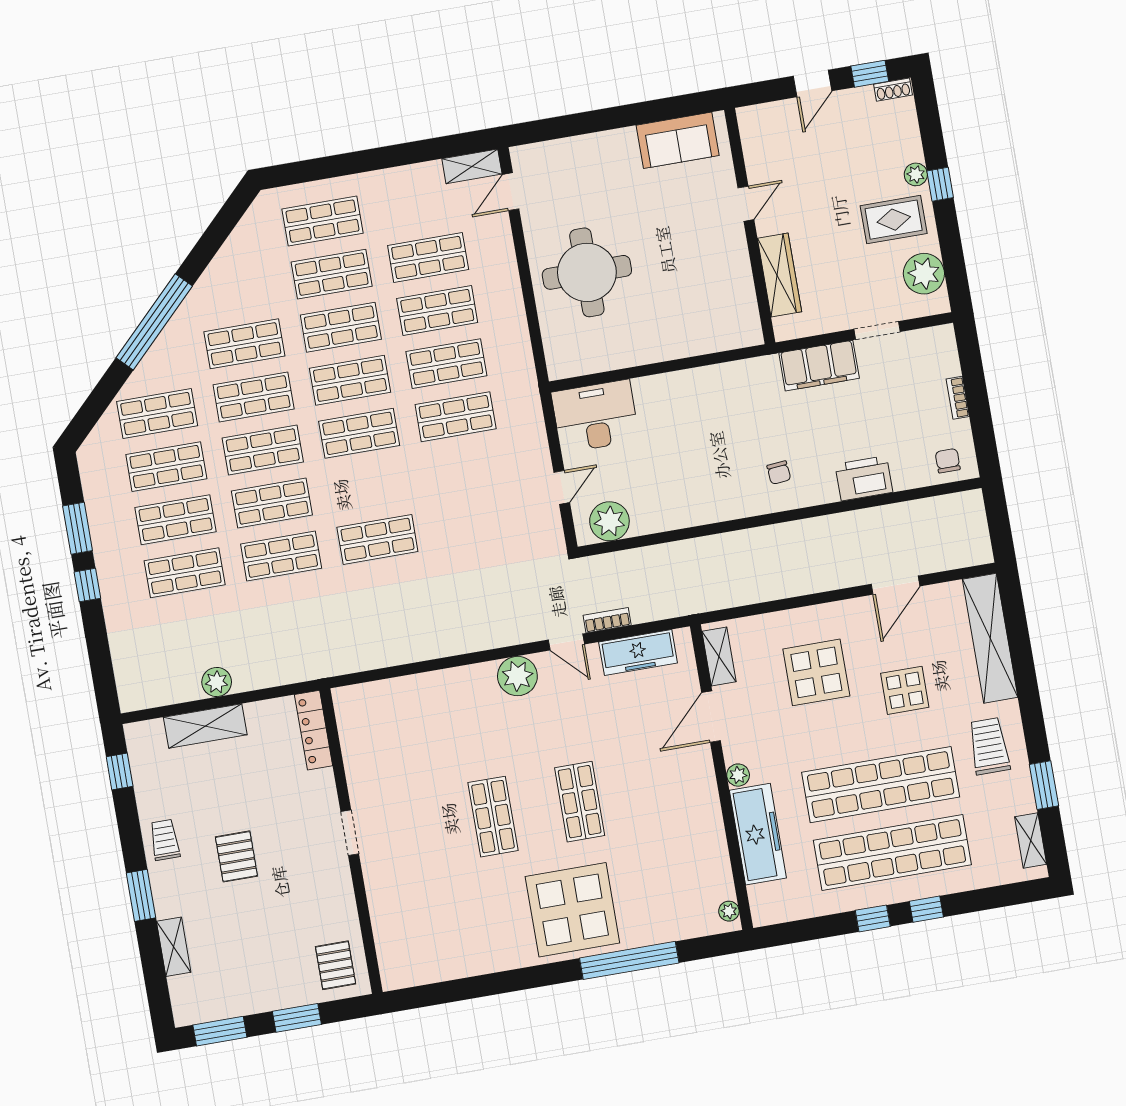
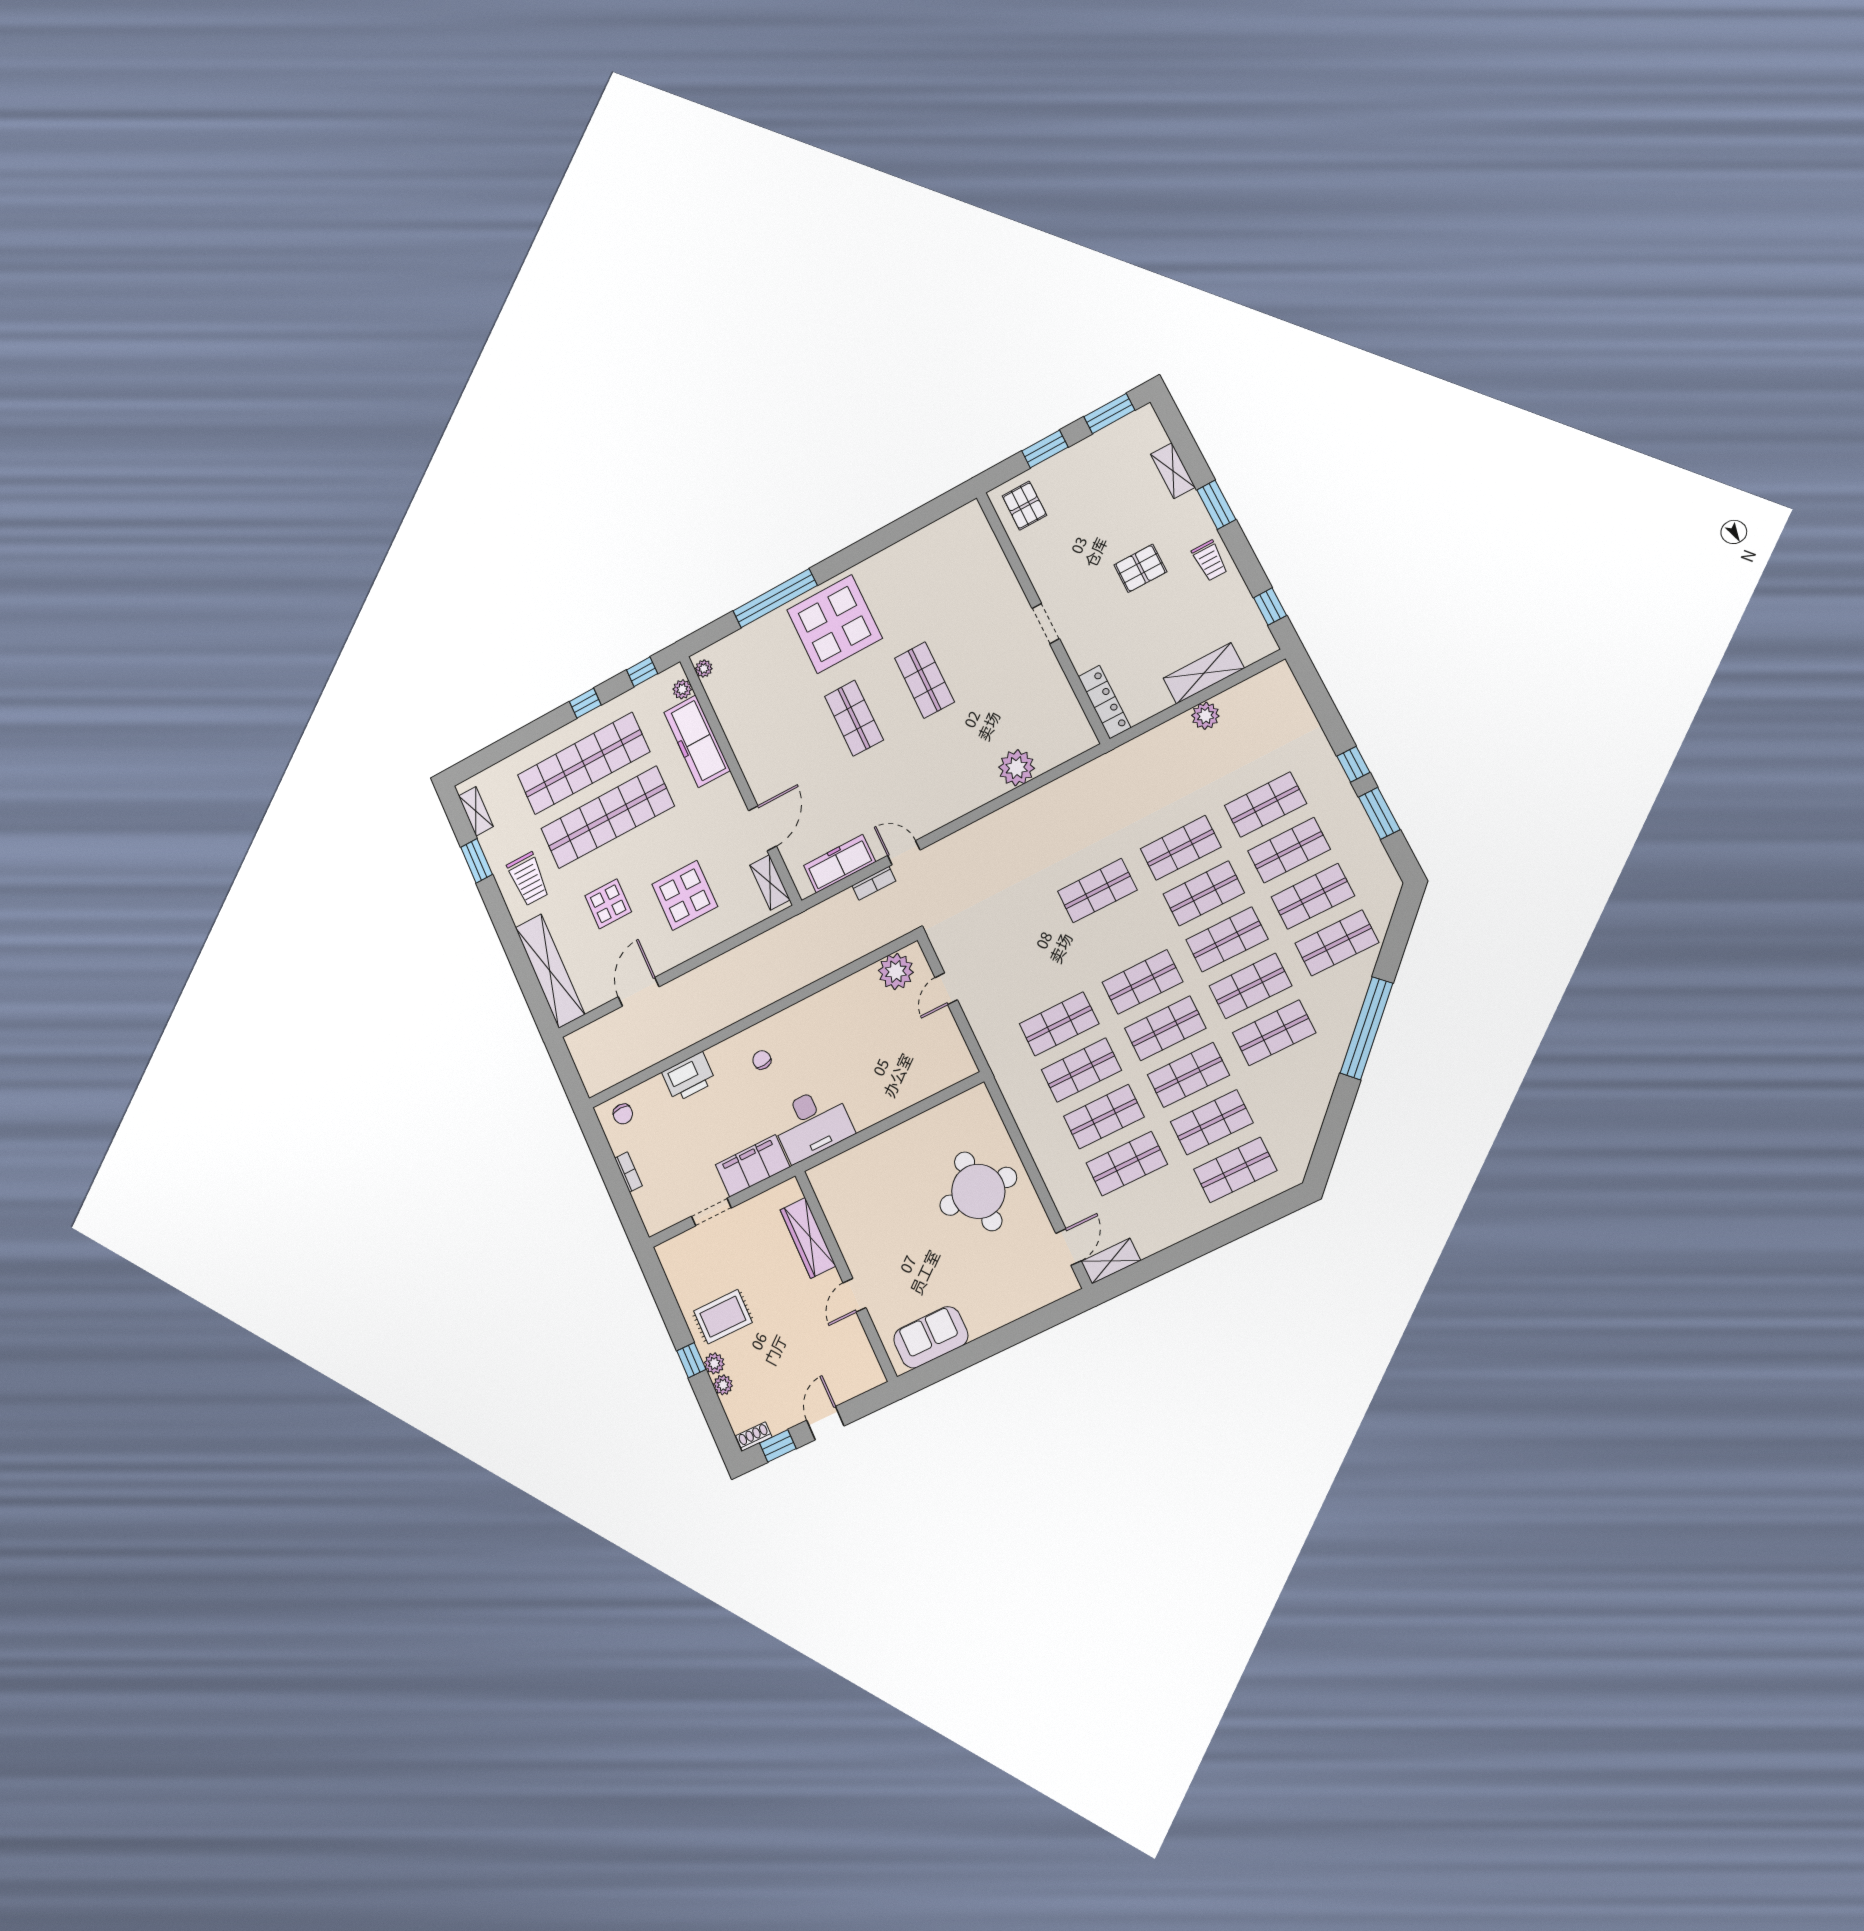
plant: (924, 274) -> (723, 1385), moved, width x0.53, depth x0.53
desk: (595, 416) -> (812, 1124), moved
plant: (517, 676) -> (1017, 768), moved
plant: (738, 775) -> (682, 689), moved
pallet: (236, 856) -> (1140, 568), turned 90
window: (926, 909) -> (642, 672), moved

